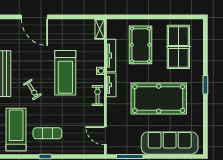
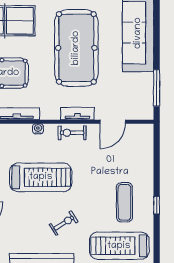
tv unit: (111, 85) -> (78, 114), moved
door: (105, 136) -> (113, 122), moved

